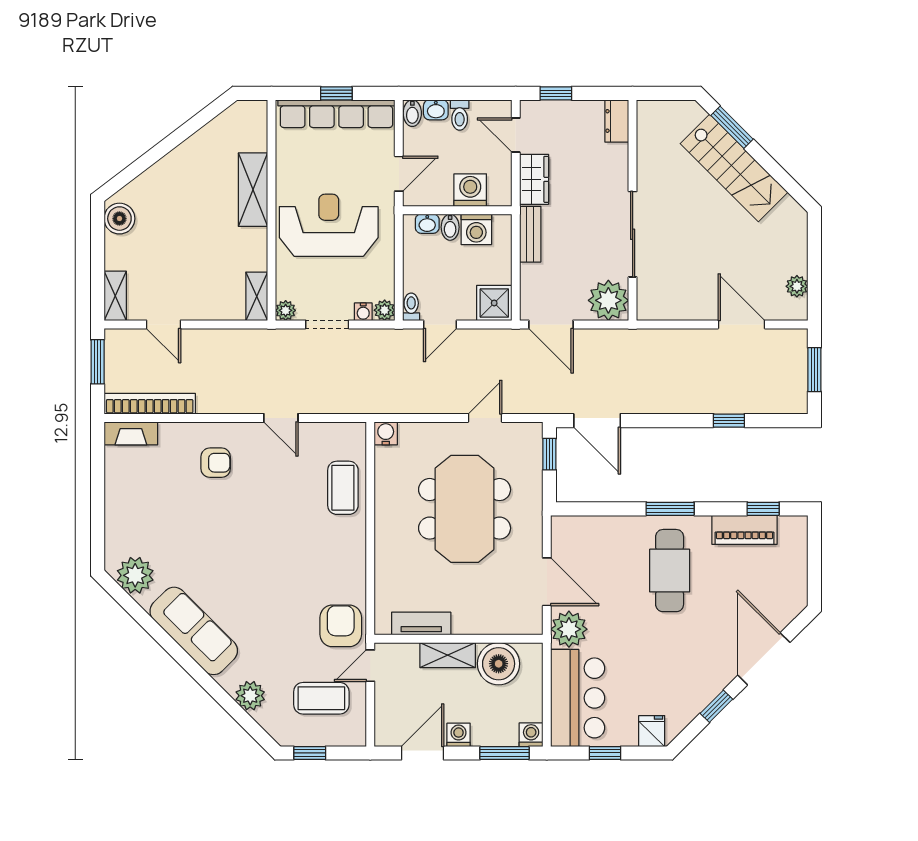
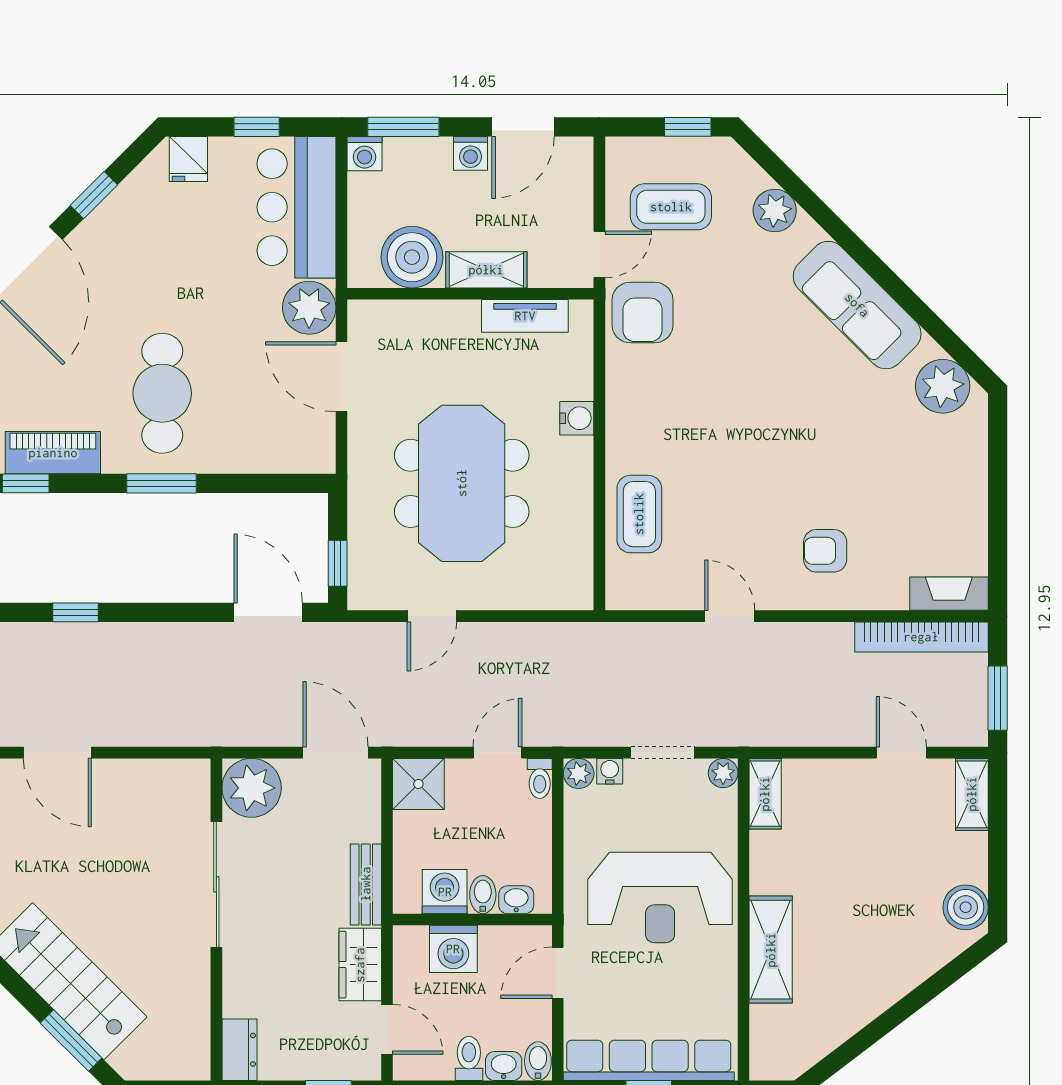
water cooler: (386, 433) -> (577, 418), moved, turned -90

